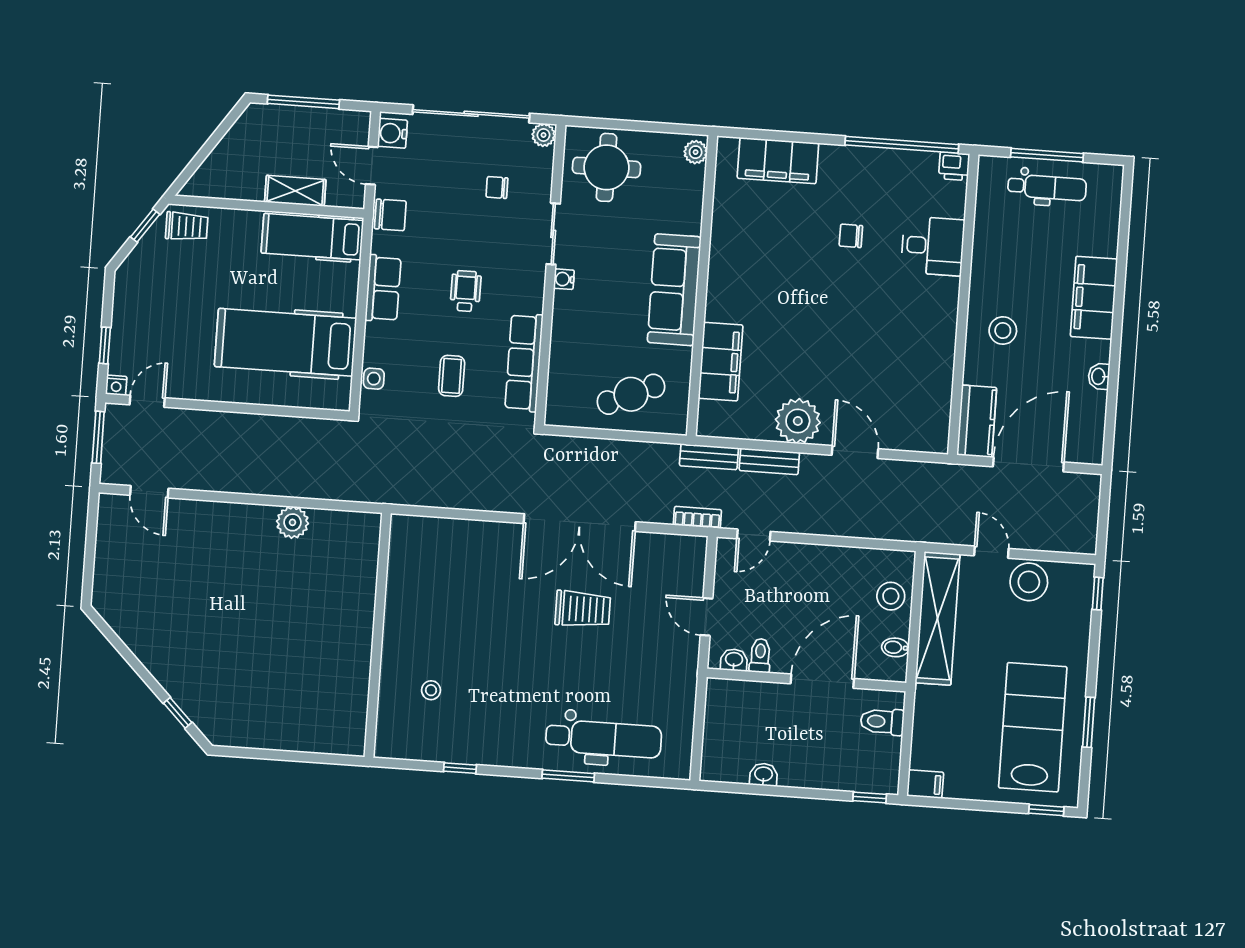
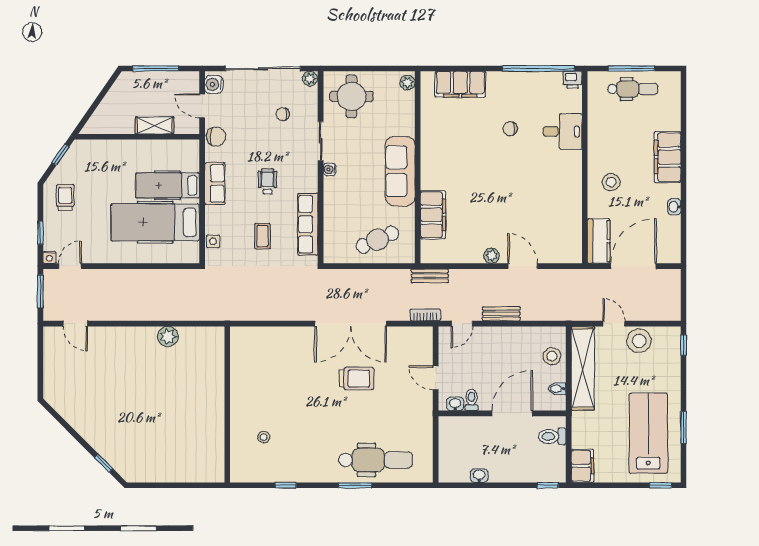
trolley: (187, 226) -> (65, 197), moved, turned -90
hospital bed: (312, 237) -> (168, 185), moved
plant: (798, 421) -> (492, 256), width x0.53, depth x0.53
bench: (769, 461) -> (501, 314), moved
filing cabinet: (925, 784) -> (582, 466), width x2.00

